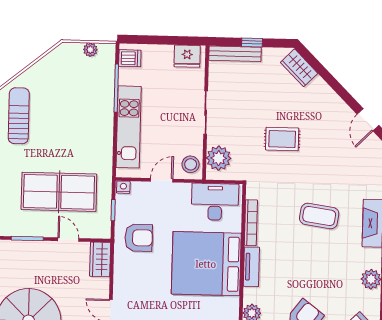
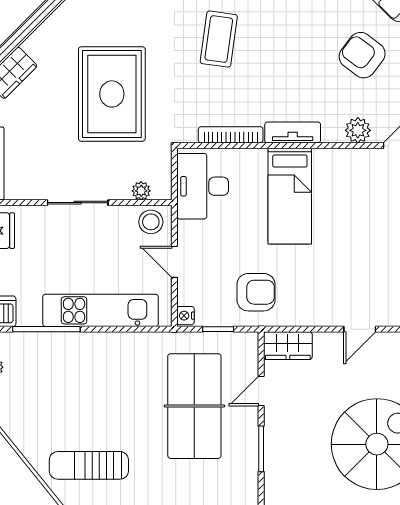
rug: (282, 139) -> (112, 94), width x1.86, depth x2.06
plant: (219, 158) -> (141, 191), width x0.53, depth x0.53
armchair: (139, 238) -> (256, 292), turned 90
bed: (206, 264) -> (290, 196), width x0.49

